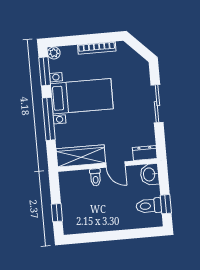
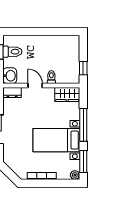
wardrobe: (81, 156) -> (67, 94), width x0.67
window: (57, 213) -> (83, 68), moved

